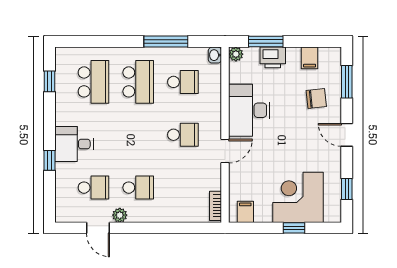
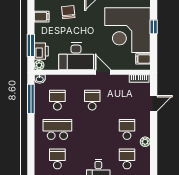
window: (166, 42) -> (31, 99), moved
printer: (273, 57) -> (41, 51), moved
school desk: (94, 82) -> (57, 159), width x0.54
corner desk: (298, 197) -> (127, 30), width x1.36, depth x1.36
door: (98, 228) -> (154, 103), moved

